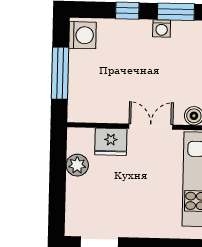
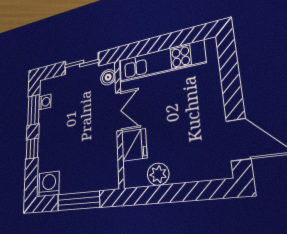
washing machine: (162, 28) -> (45, 102), moved
double door: (151, 127) -> (119, 111), swing flipped

